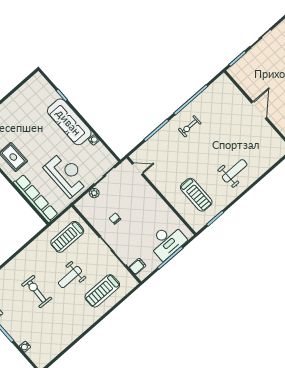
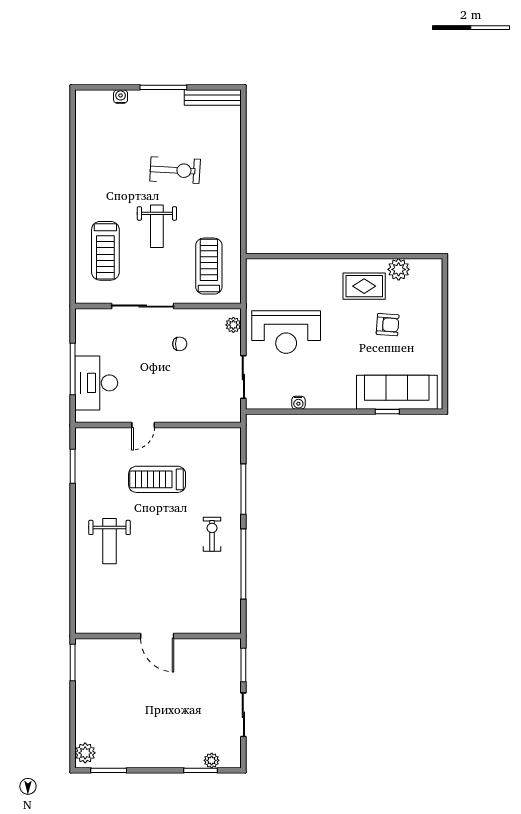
sofa: (69, 122) -> (397, 392), moved
armchair: (22, 131) -> (388, 325), added
door: (138, 169) -> (143, 425), moved
plant: (94, 193) -> (233, 325), moved
treadmill: (196, 195) -> (157, 479), moved
row of seats: (36, 198) -> (290, 269), removed
filing cabinet: (137, 266) -> (98, 320), removed
weight bench: (70, 277) -> (157, 226), turned 180
treadmill: (102, 291) -> (105, 251), turned 180

